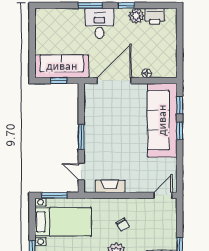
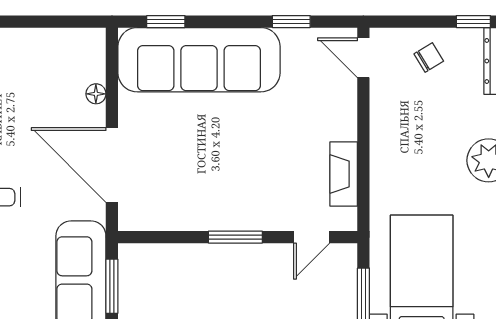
window: (59, 81) -> (112, 286), width x1.50
window: (180, 131) -> (291, 22), moved
chair: (123, 225) -> (429, 57), moved

